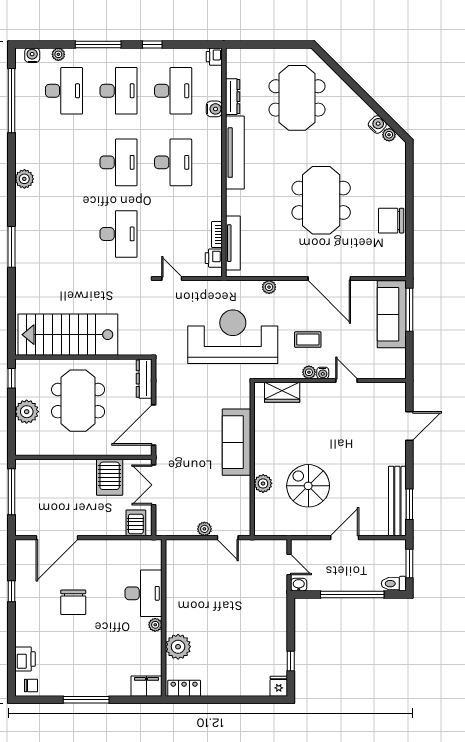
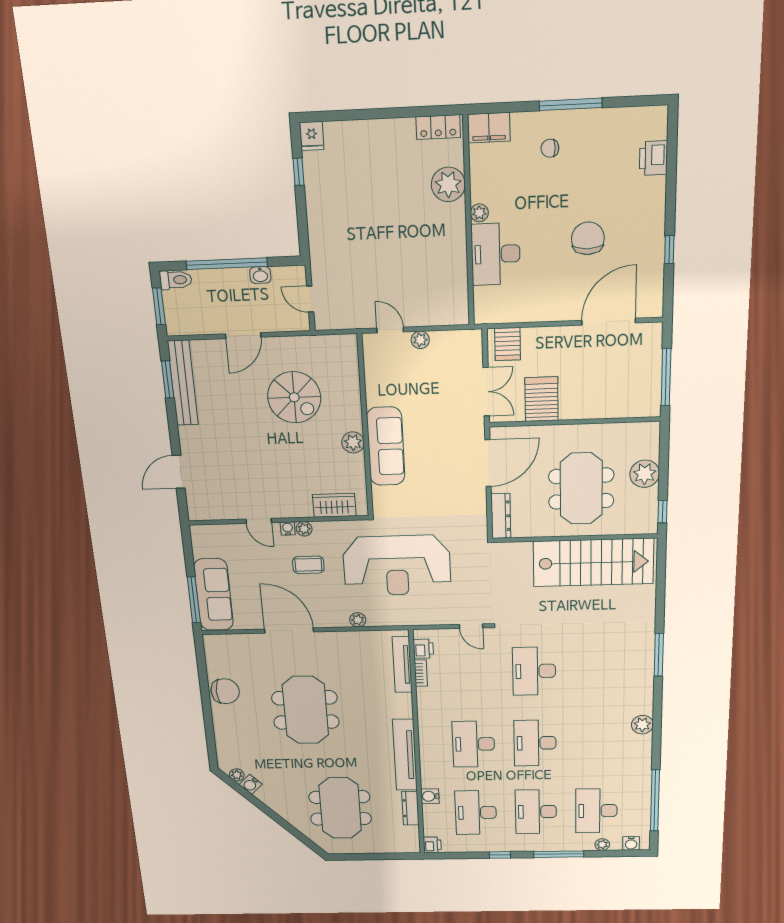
plant: (263, 483) -> (353, 442), moved
washbasin: (299, 585) -> (260, 275), moved
chair: (31, 686) -> (550, 148), moved

